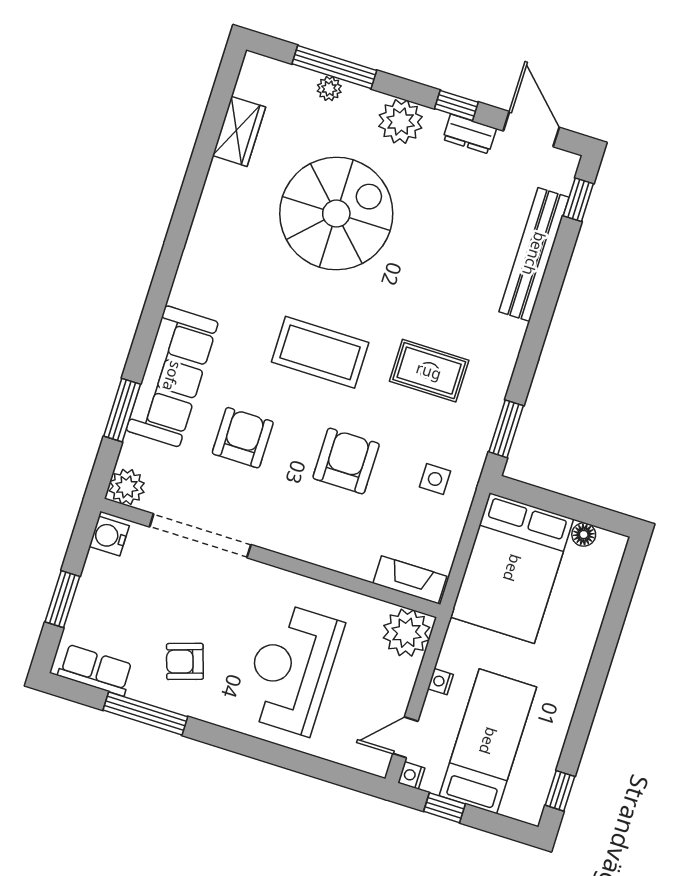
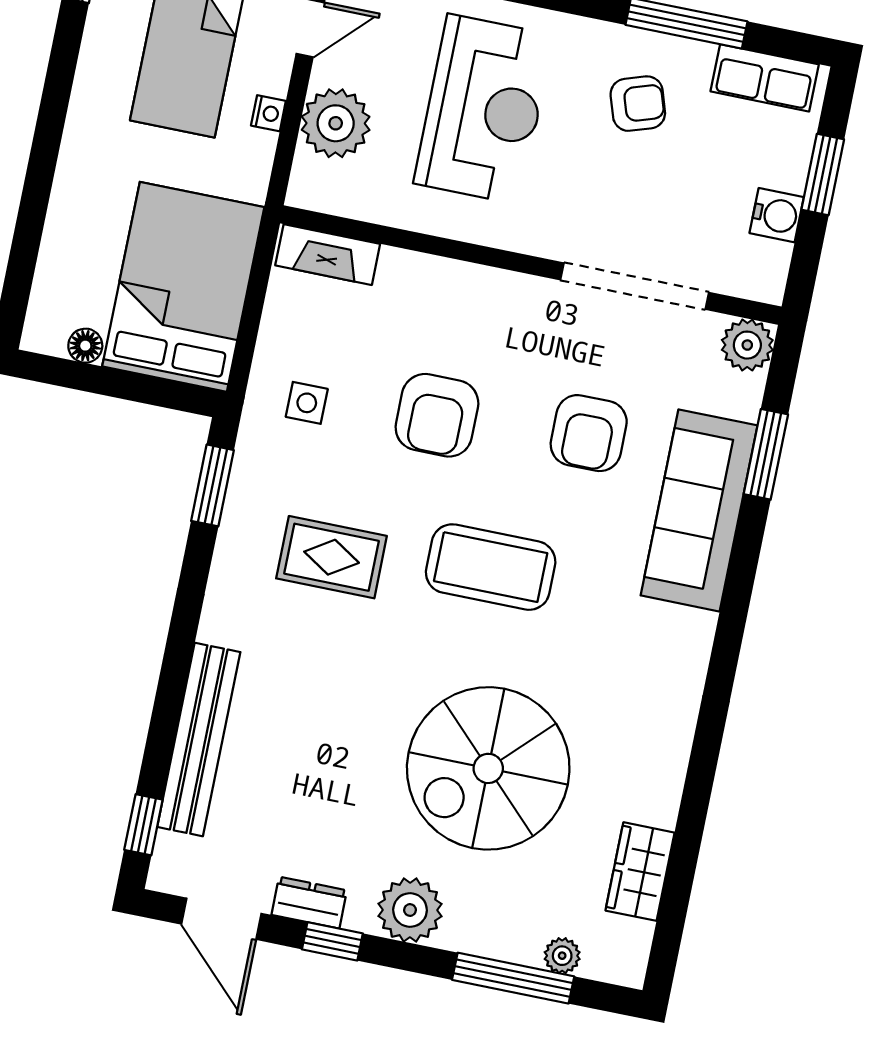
plant: (329, 89) -> (562, 956), moved
water cooler: (109, 536) -> (777, 215), moved
plant: (407, 633) -> (336, 123), moved

